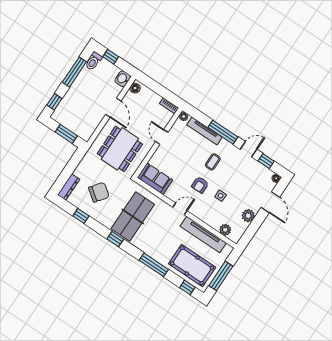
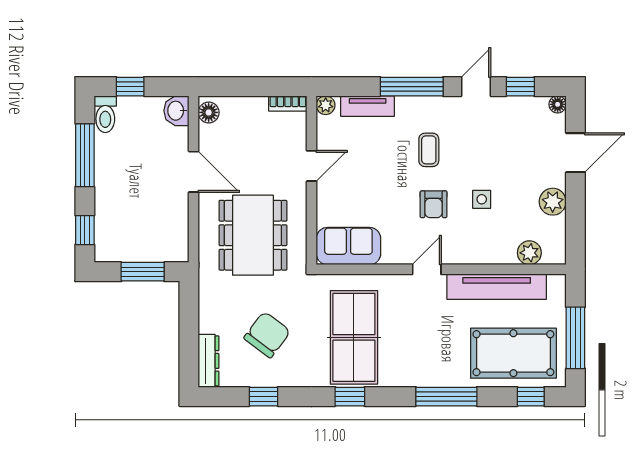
tv unit: (204, 131) -> (368, 106), width x0.71
door: (162, 137) -> (312, 166), swing flipped
door: (270, 202) -> (575, 153), hinge flipped

